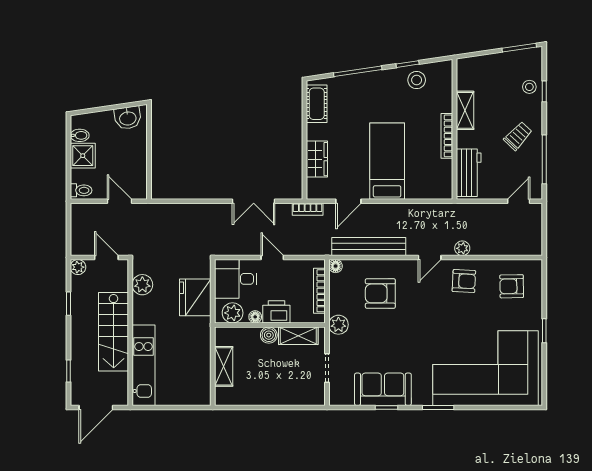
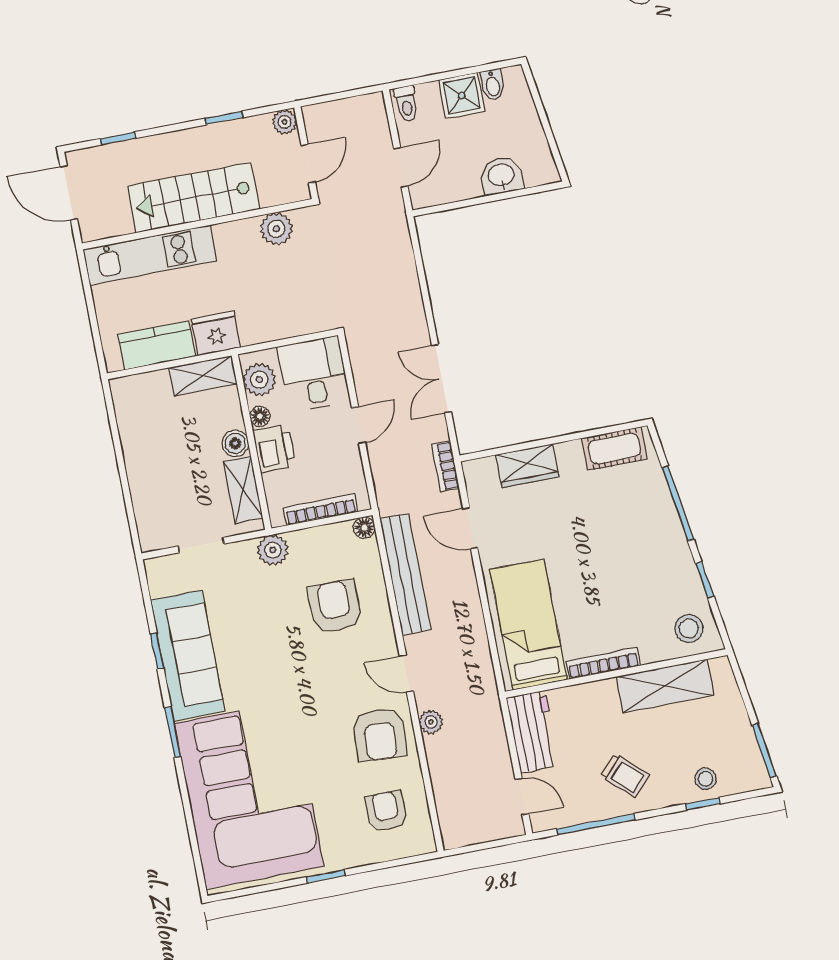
stool: (417, 80) -> (689, 628), moved
shelving: (465, 110) -> (665, 686), width x1.50, depth x1.33
washbasin: (128, 118) -> (501, 176), moved, turned 98
bed: (387, 161) -> (528, 625), moved, turned -90
workbench: (469, 173) -> (533, 732), moved, turned -90
armchair: (464, 281) -> (380, 735), width x1.38, depth x1.38
fridge: (195, 297) -> (216, 333), moved, width x0.73, depth x0.75
shelving: (224, 366) -> (203, 376), moved
kitchen counter: (200, 372) -> (157, 345), added
sofa: (383, 389) -> (188, 656), width x1.36

